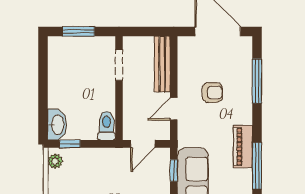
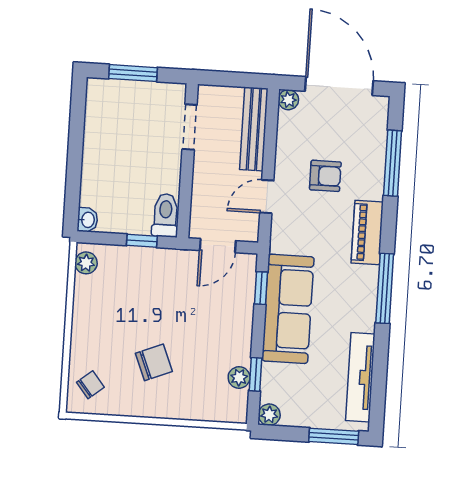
plant: (184, 43) -> (288, 100), added
washbasin: (57, 125) -> (87, 220), width x0.52, depth x0.69
window: (70, 144) -> (142, 241), moved
piano: (243, 147) -> (367, 232), moved

